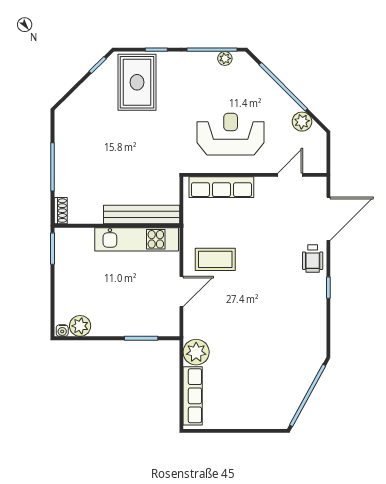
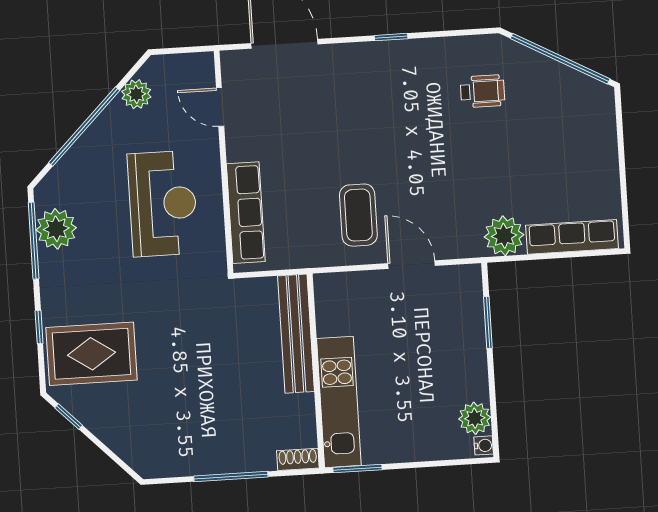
plant: (225, 58) -> (56, 229), width x1.88, depth x1.88
reception desk: (231, 134) -> (163, 204), turned 180
kitchen unit: (137, 239) -> (339, 402), moved
wheelchair: (313, 258) -> (483, 91), moved

